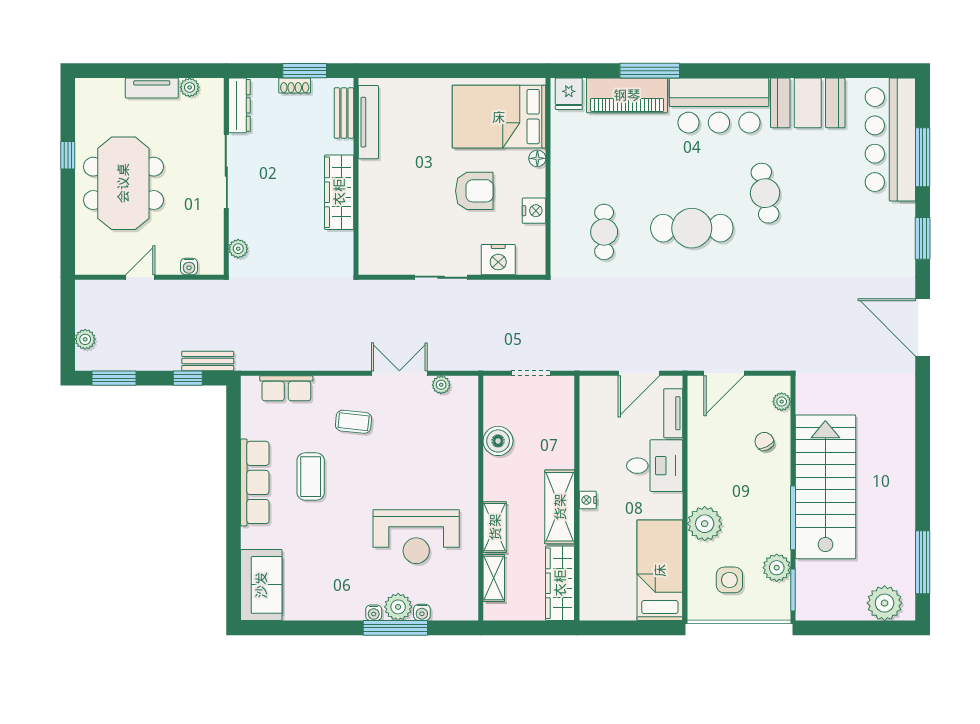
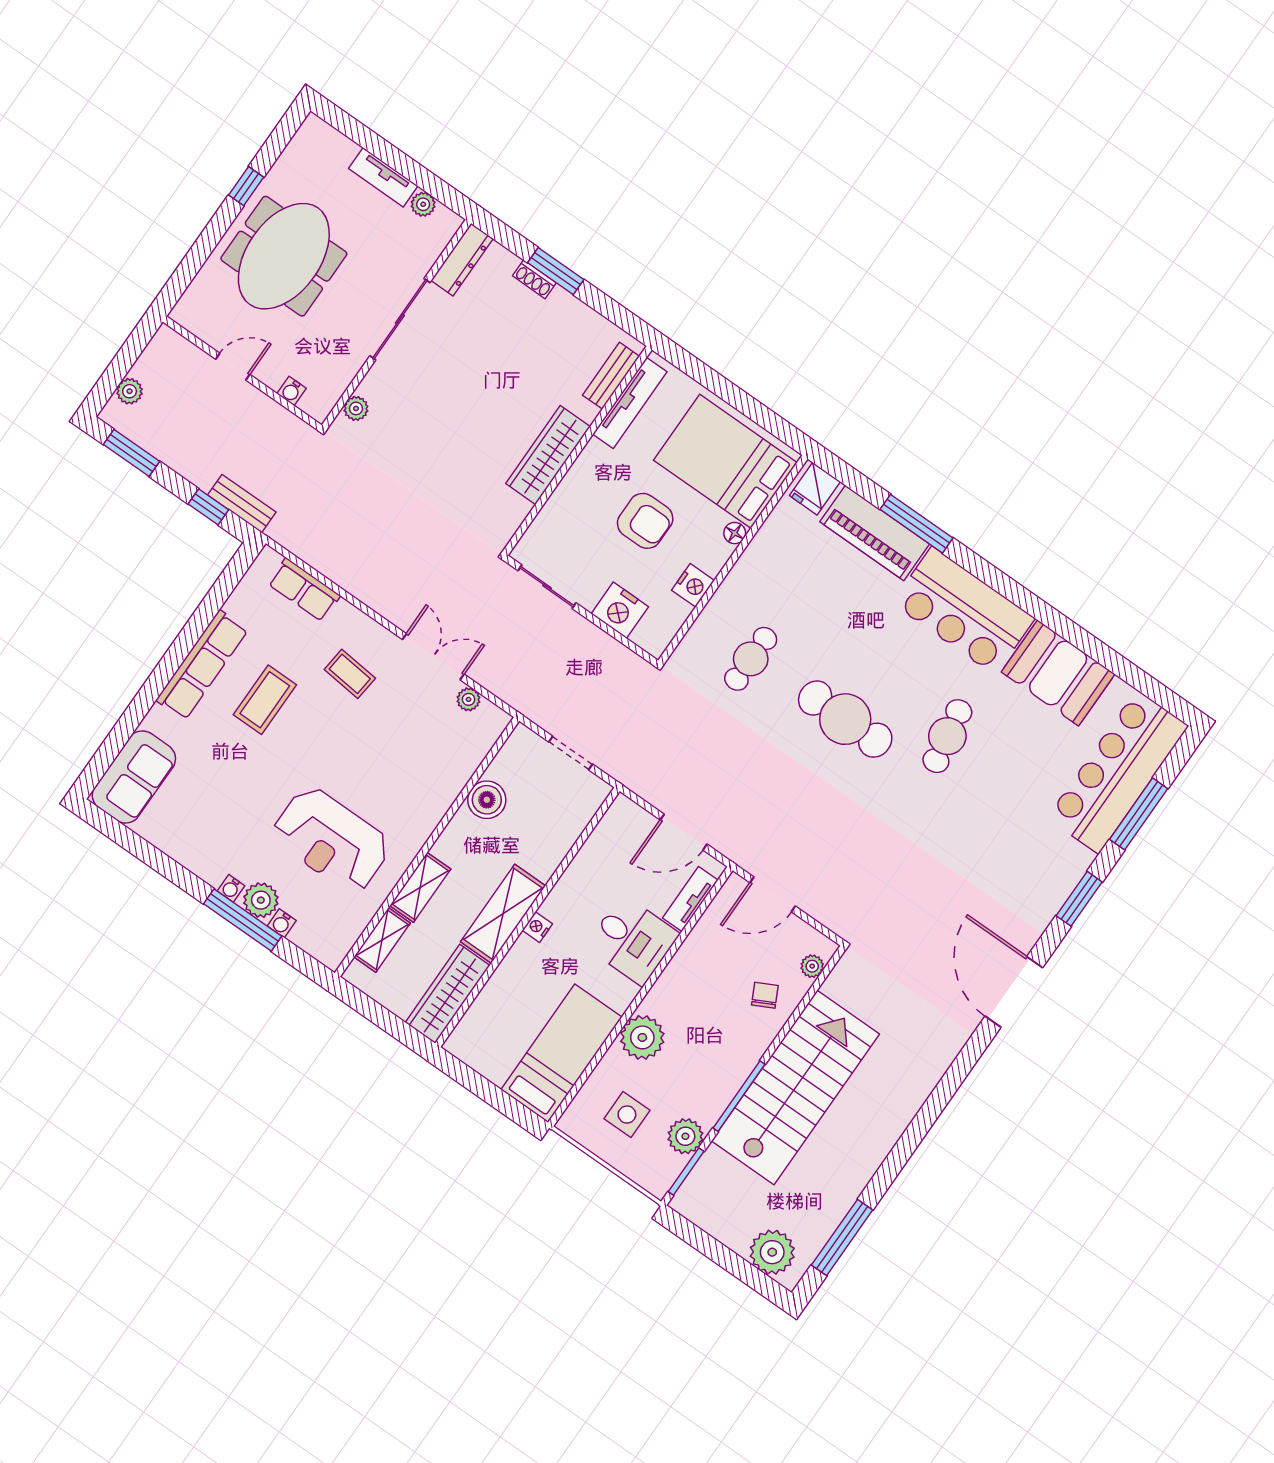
bench: (344, 113) -> (611, 376), moved
tv unit: (368, 122) -> (630, 403), moved
wall: (356, 176) -> (577, 451), moved
wardrobe: (339, 192) -> (548, 455), moved

